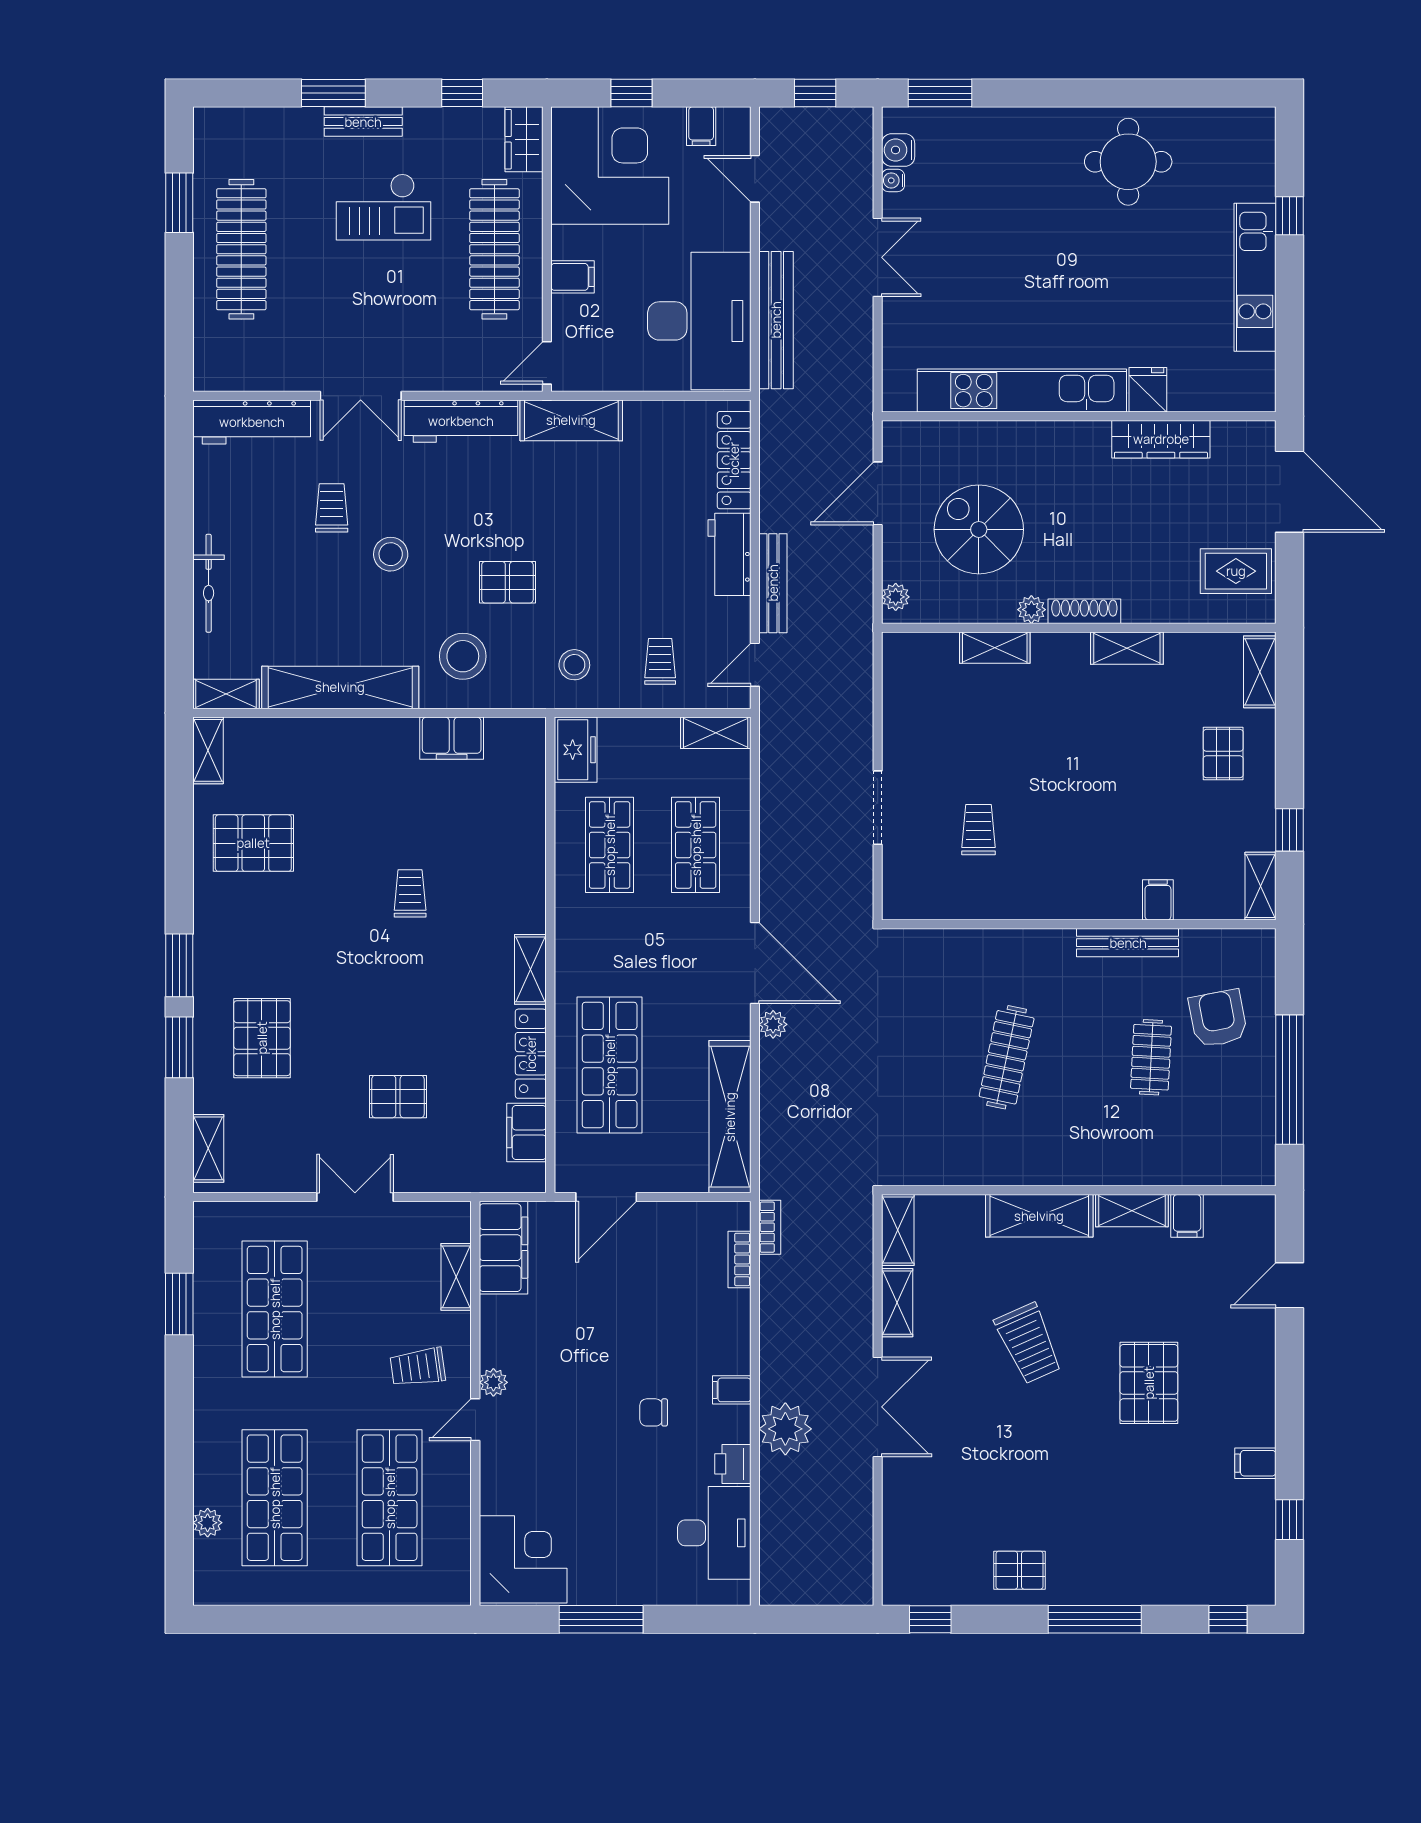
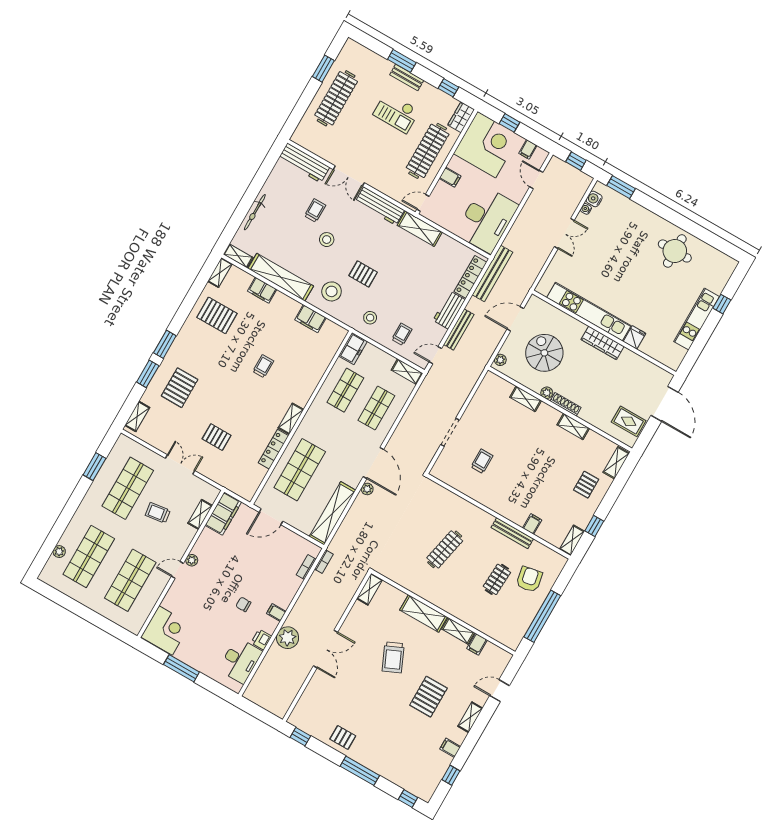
bench: (776, 320) -> (492, 273), moved
wardrobe: (1161, 439) -> (603, 343), moved
filing cabinet: (527, 1132) -> (262, 290), moved, turned -90
shelving: (897, 1303) -> (470, 717), moved
trolley: (418, 1367) -> (158, 513), moved

